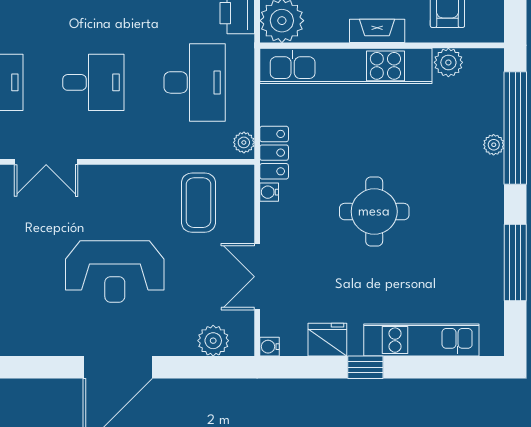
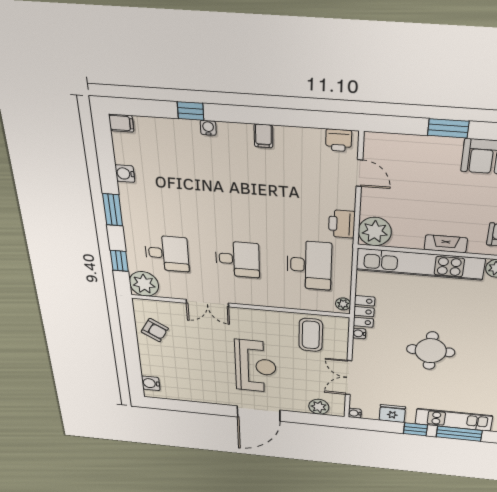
reception desk: (115, 272) -> (255, 366), turned -90
window: (433, 367) -> (459, 434), added

